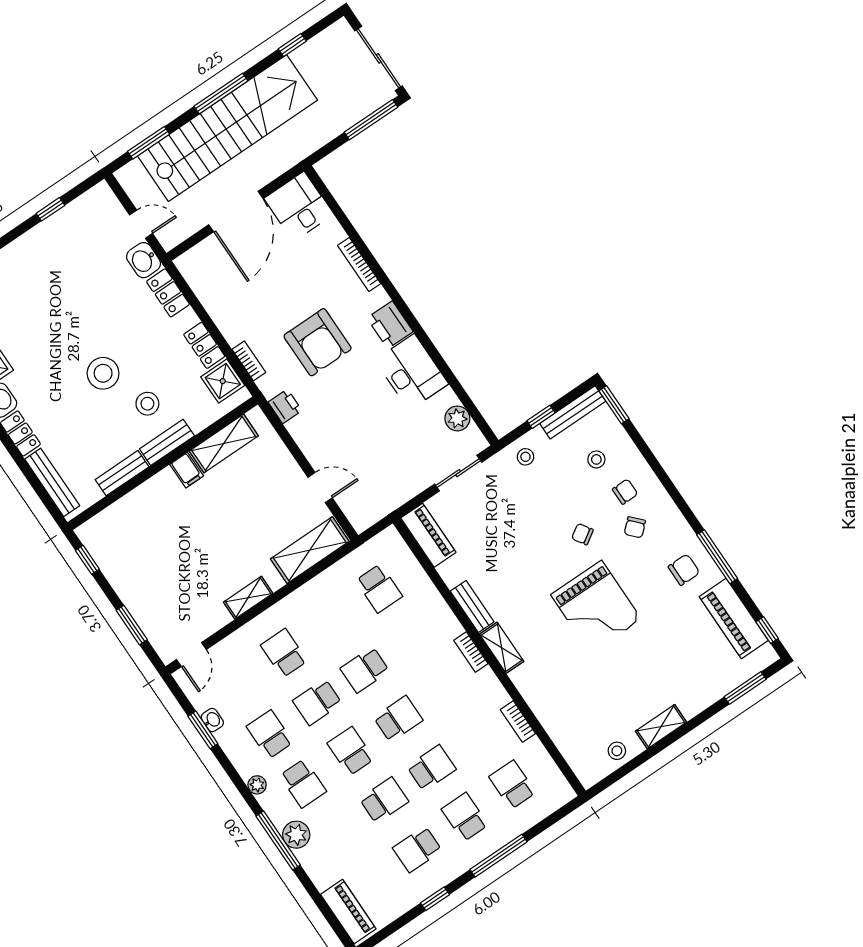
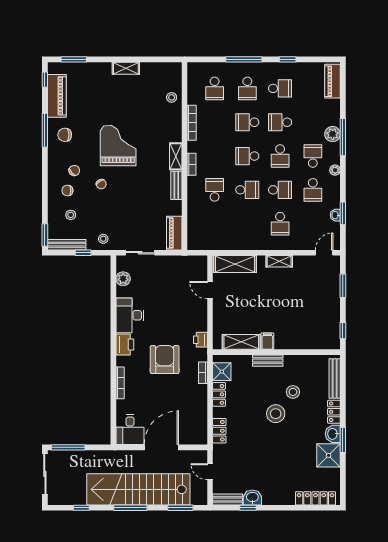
washbasin: (144, 260) -> (252, 497), moved, turned -90
stool: (147, 404) -> (293, 392), moved
bench: (122, 473) -> (227, 499), moved
school desk: (379, 588) -> (215, 190), moved
bookcase: (518, 722) -> (192, 123), width x1.56
stool: (617, 751) -> (172, 97), moved

